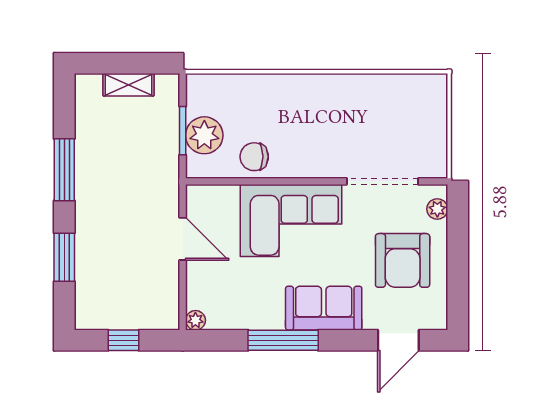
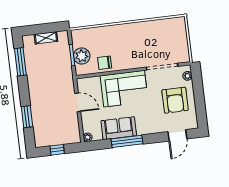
window: (64, 170) -> (20, 62), moved
sofa: (324, 308) -> (119, 128), moved

